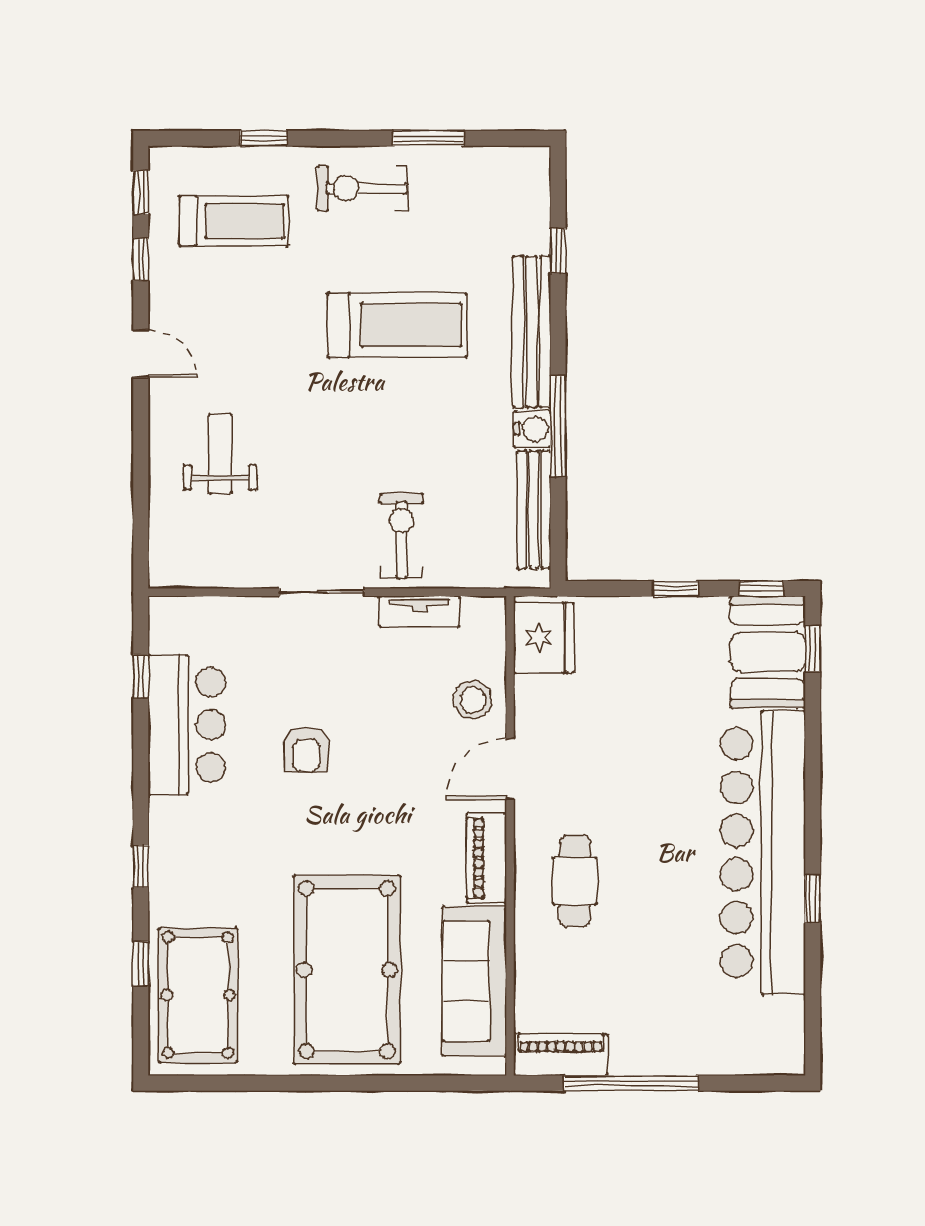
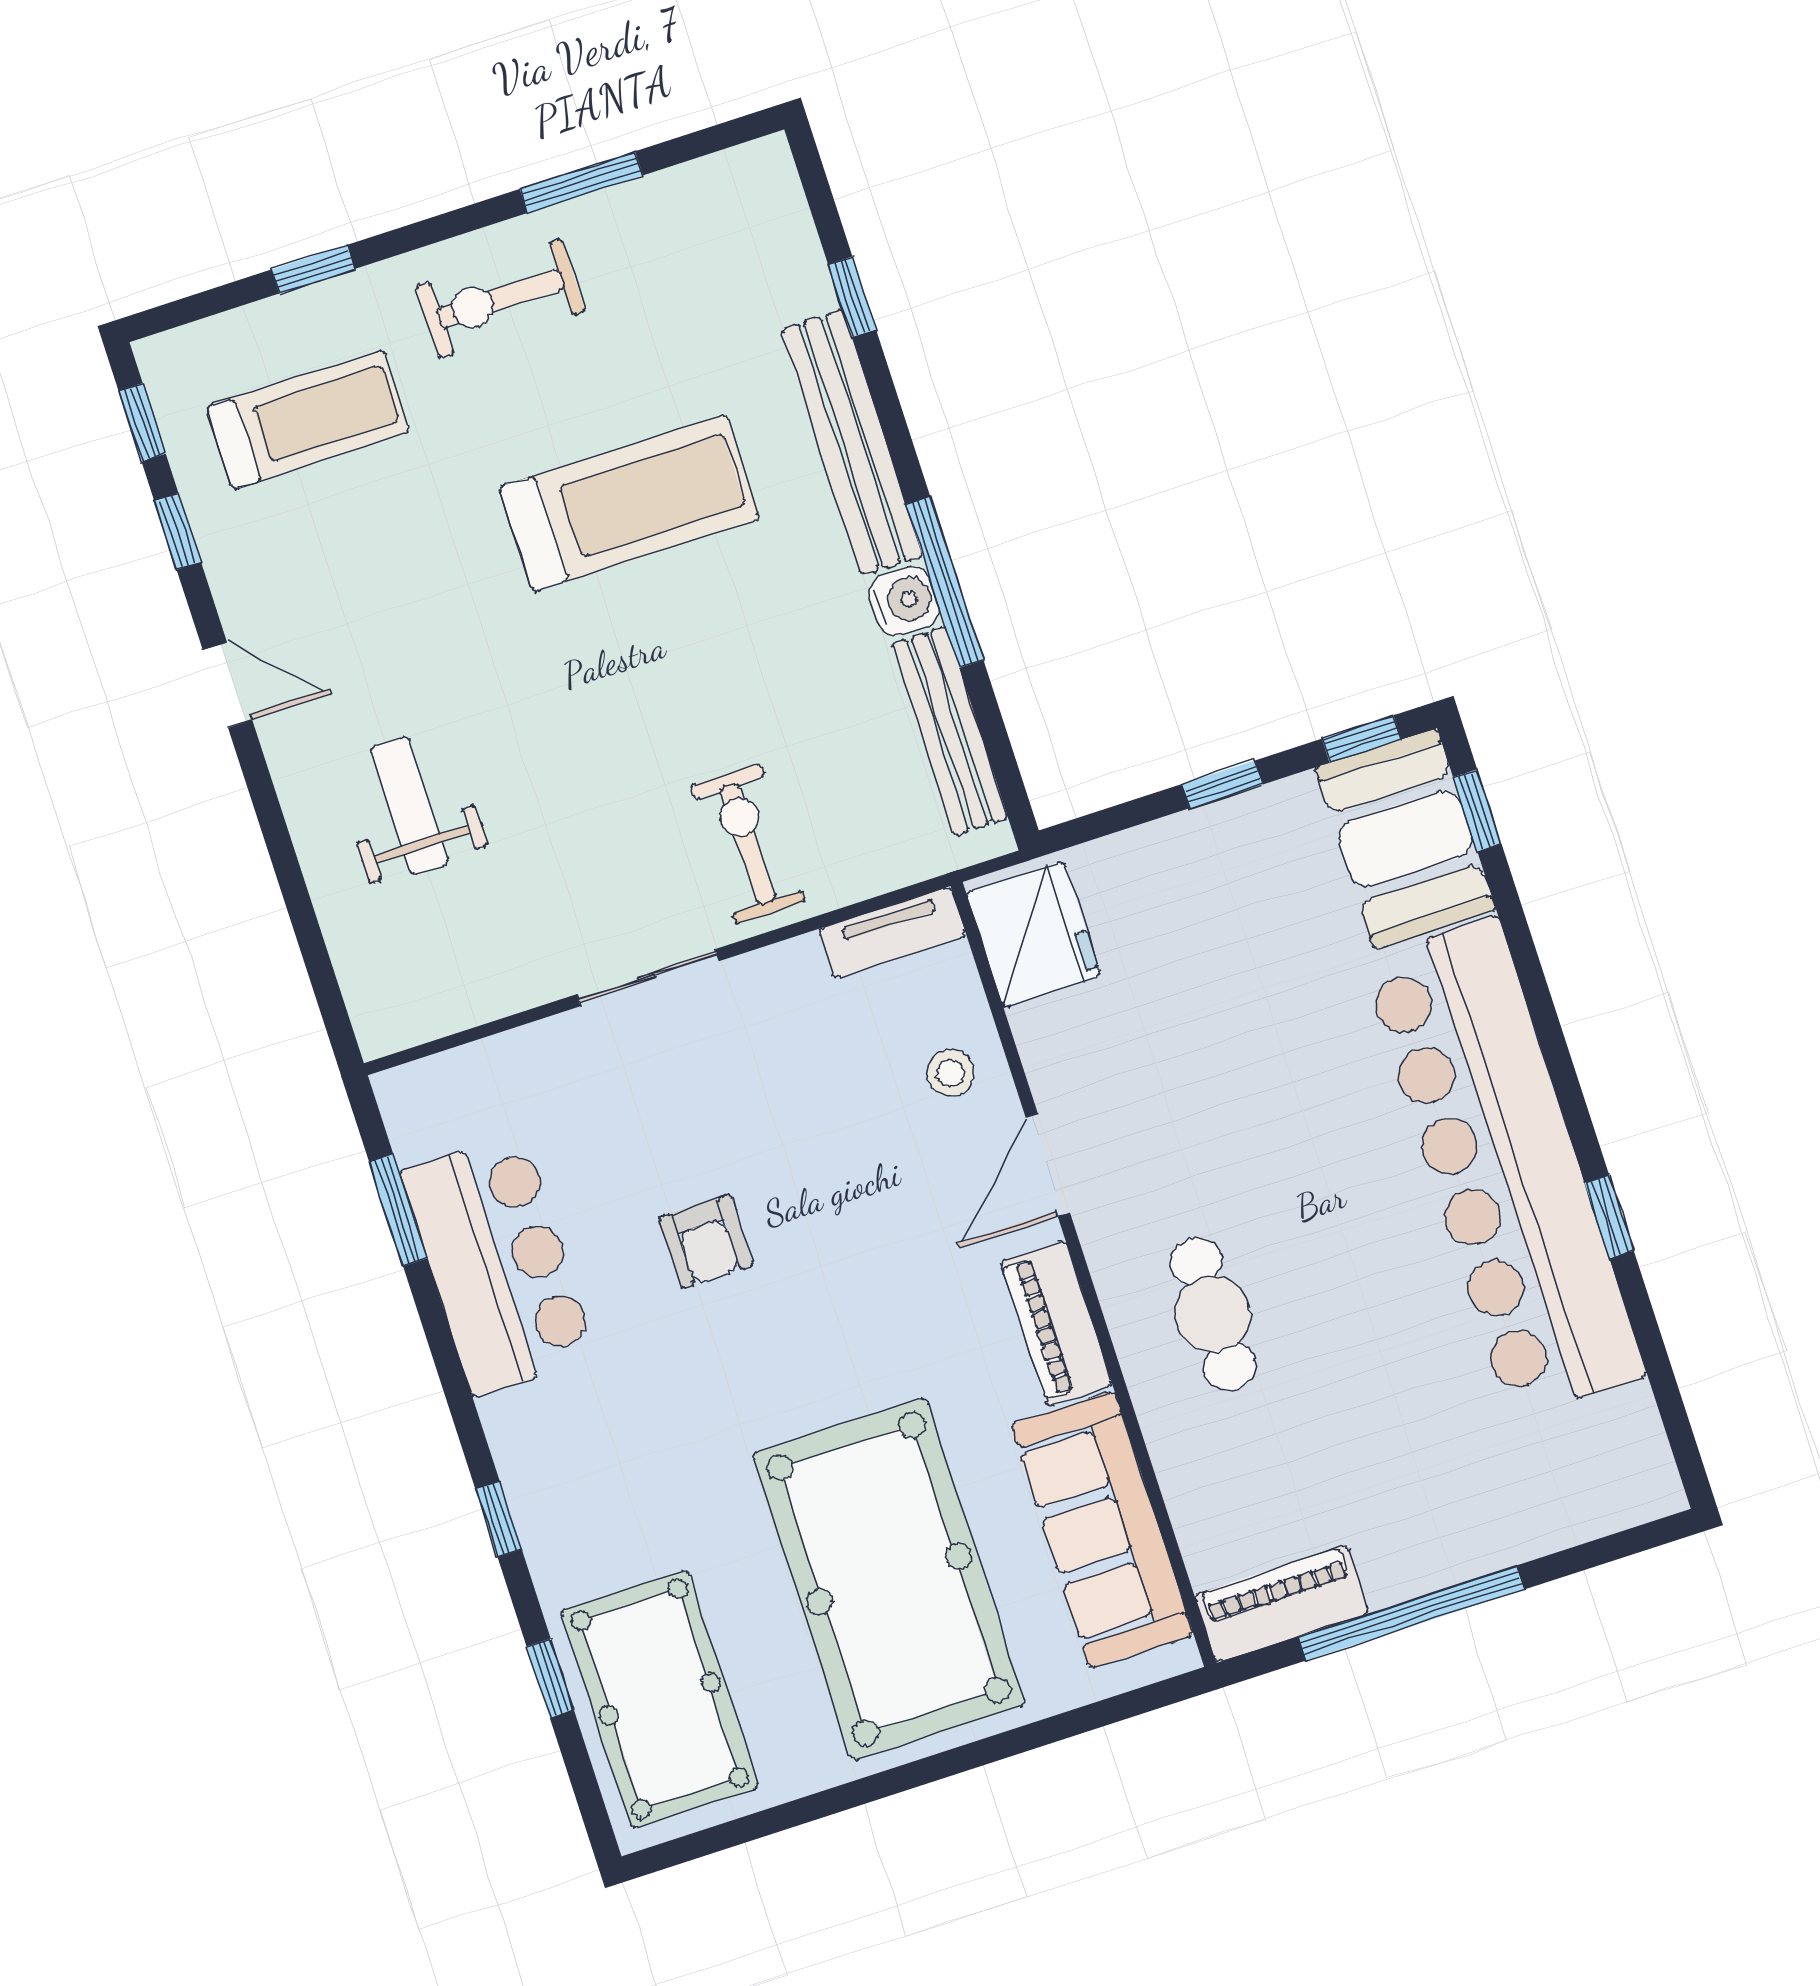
tv unit: (419, 611) -> (893, 933), moved
window: (141, 676) -> (398, 1210), width x1.50
stool: (473, 700) -> (951, 1073), width x0.73, depth x0.73

